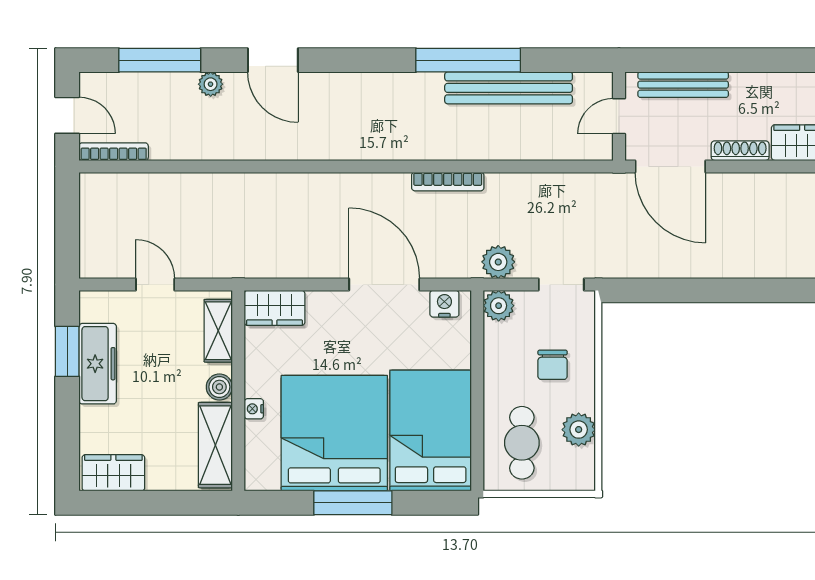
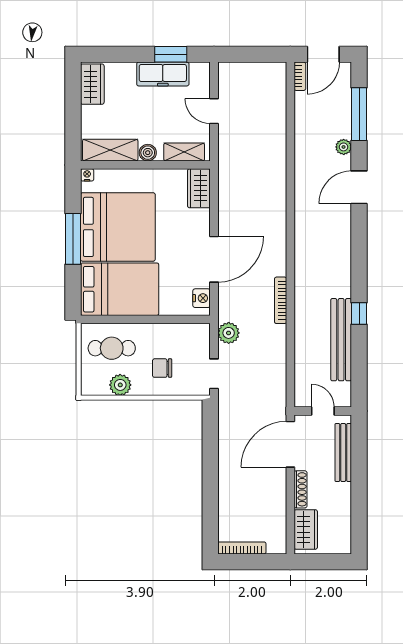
window: (468, 60) -> (359, 314), width x0.32
door: (67, 115) -> (323, 54), width x1.37
bookcase: (114, 152) -> (300, 76), width x0.64
door: (155, 284) -> (214, 111), swing flipped
plant: (499, 306) -> (200, 333), removed
nightstand: (254, 409) -> (87, 175), moved

